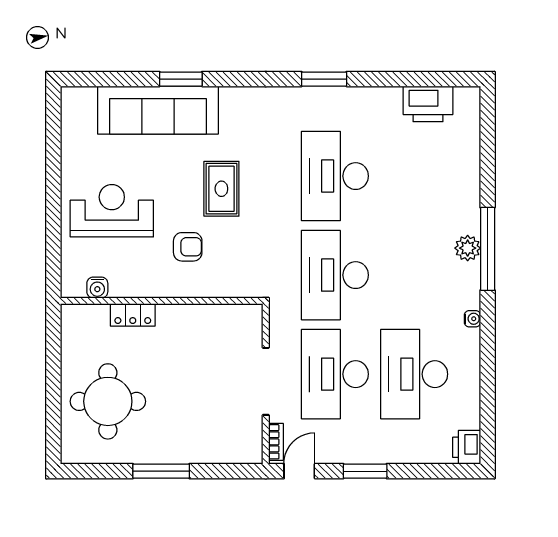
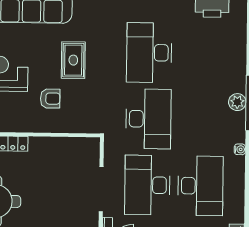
desk: (335, 275) -> (148, 119), turned 180
desk: (414, 374) -> (200, 186), turned 180

